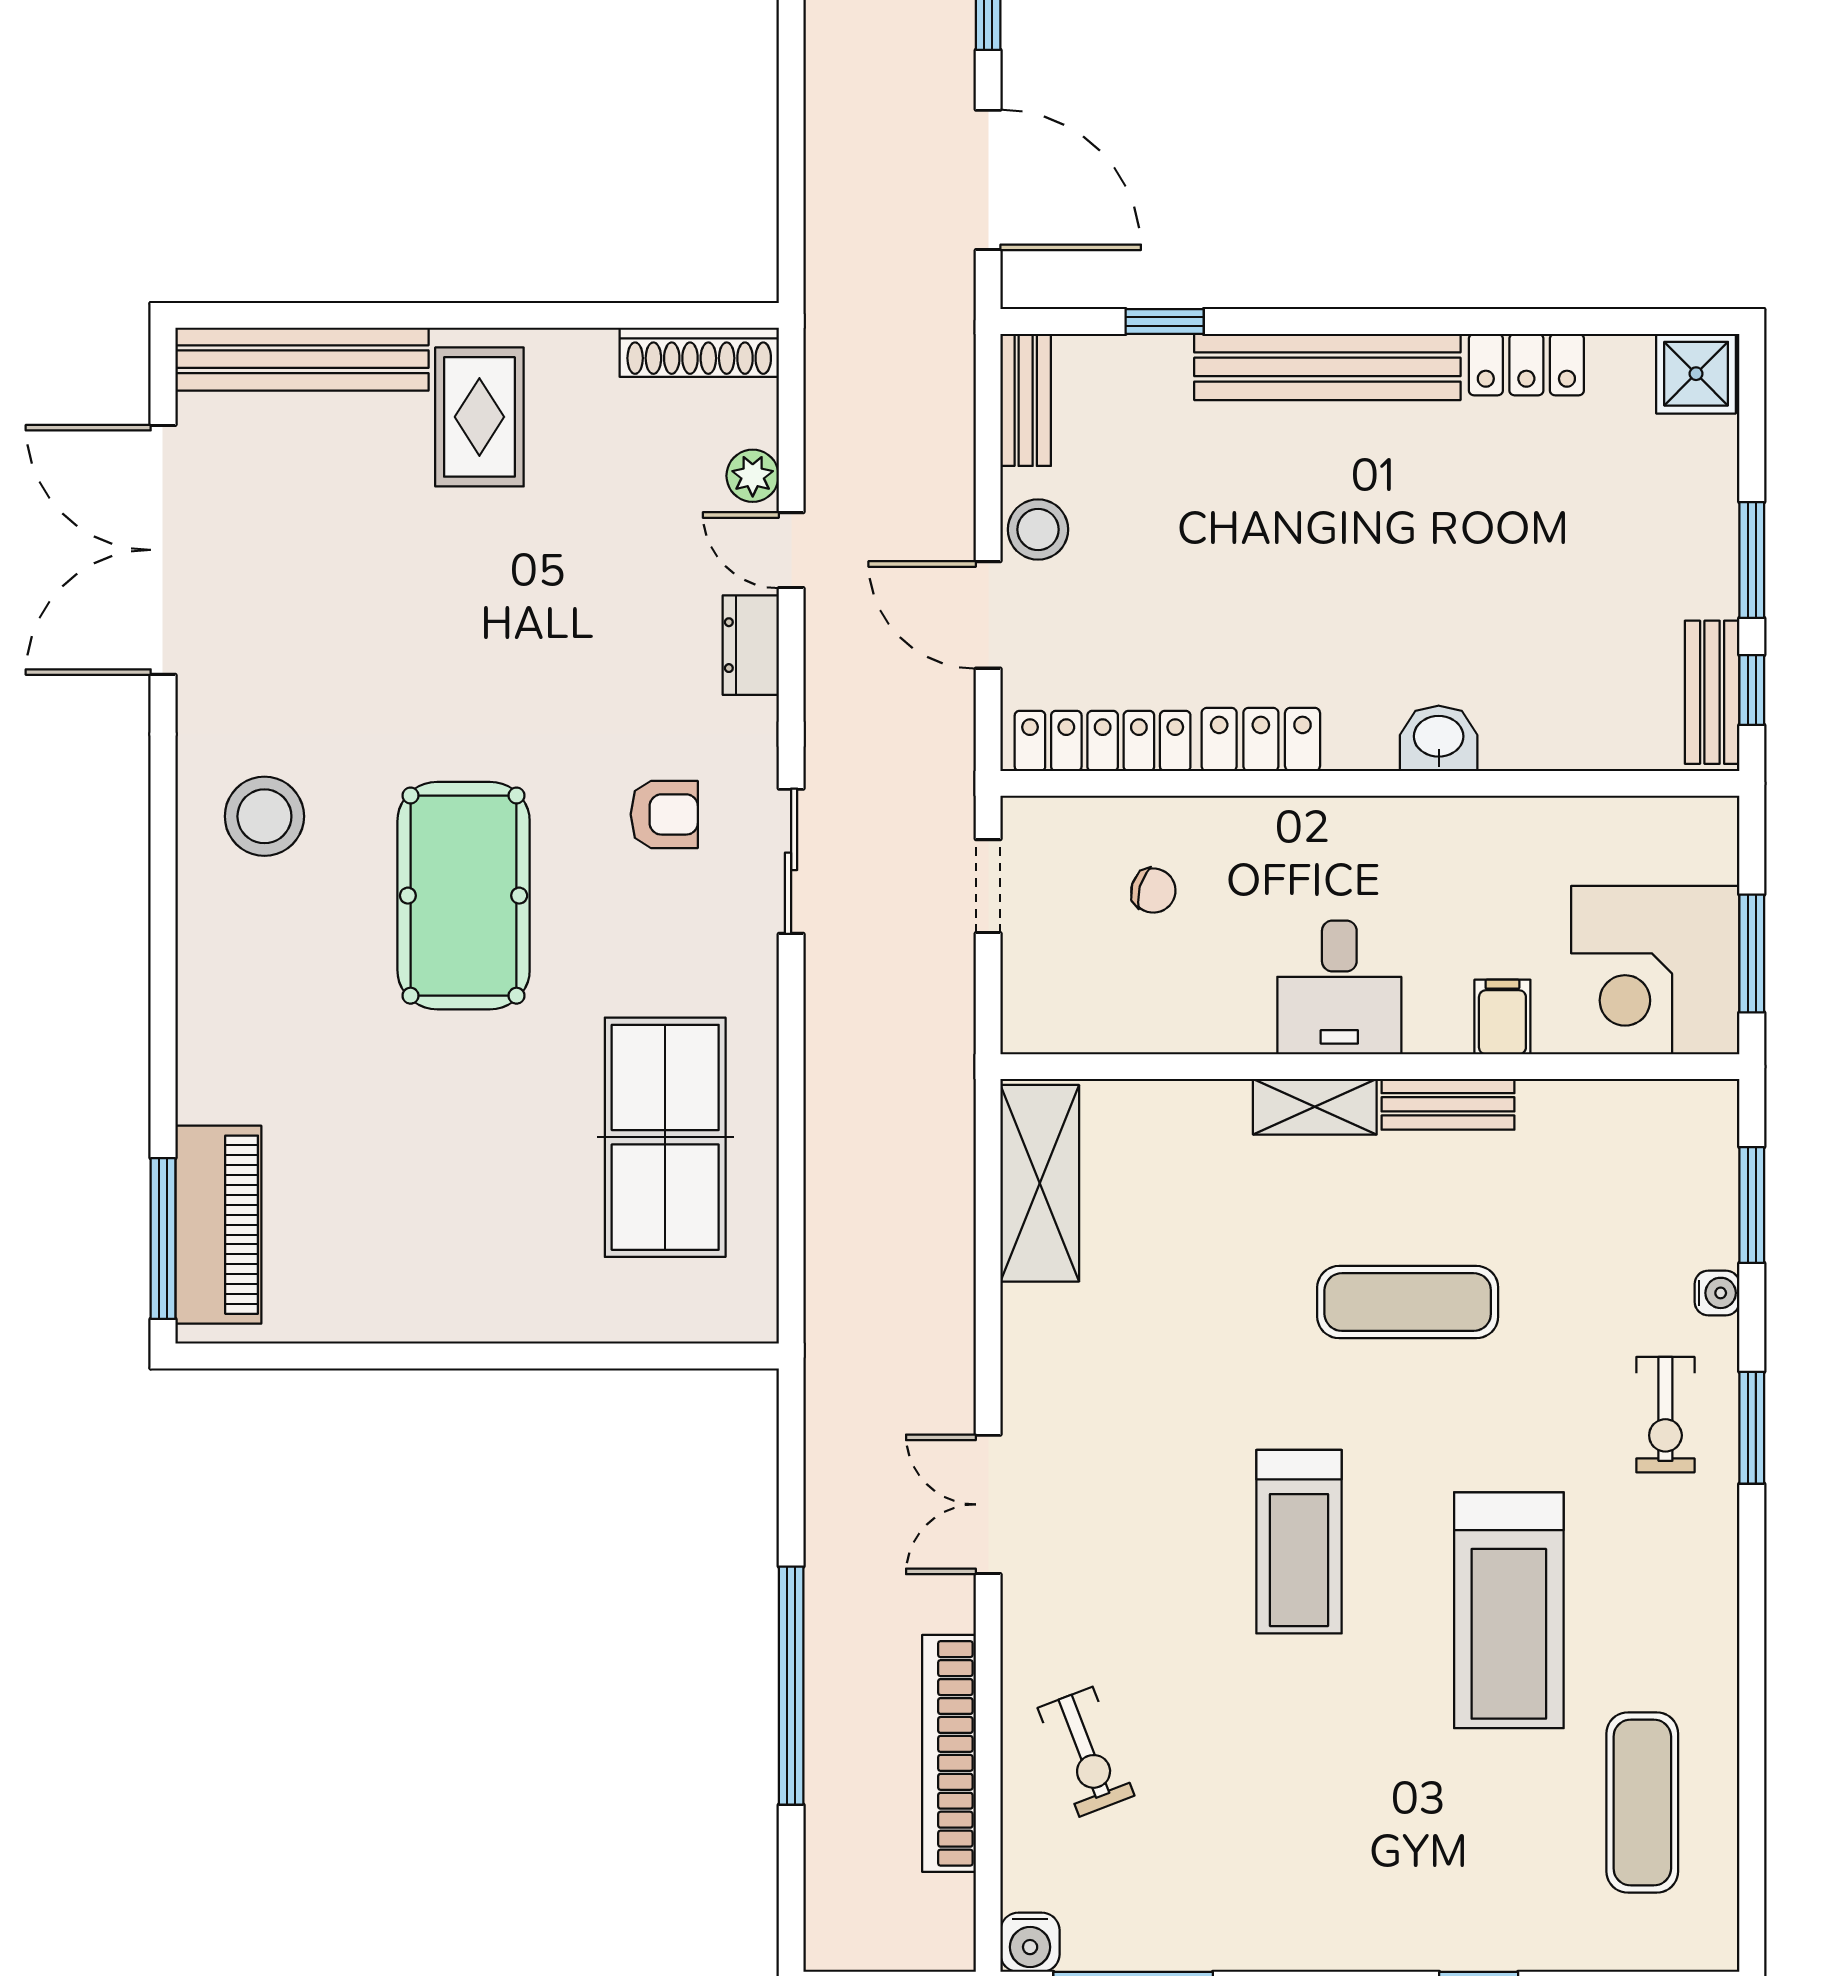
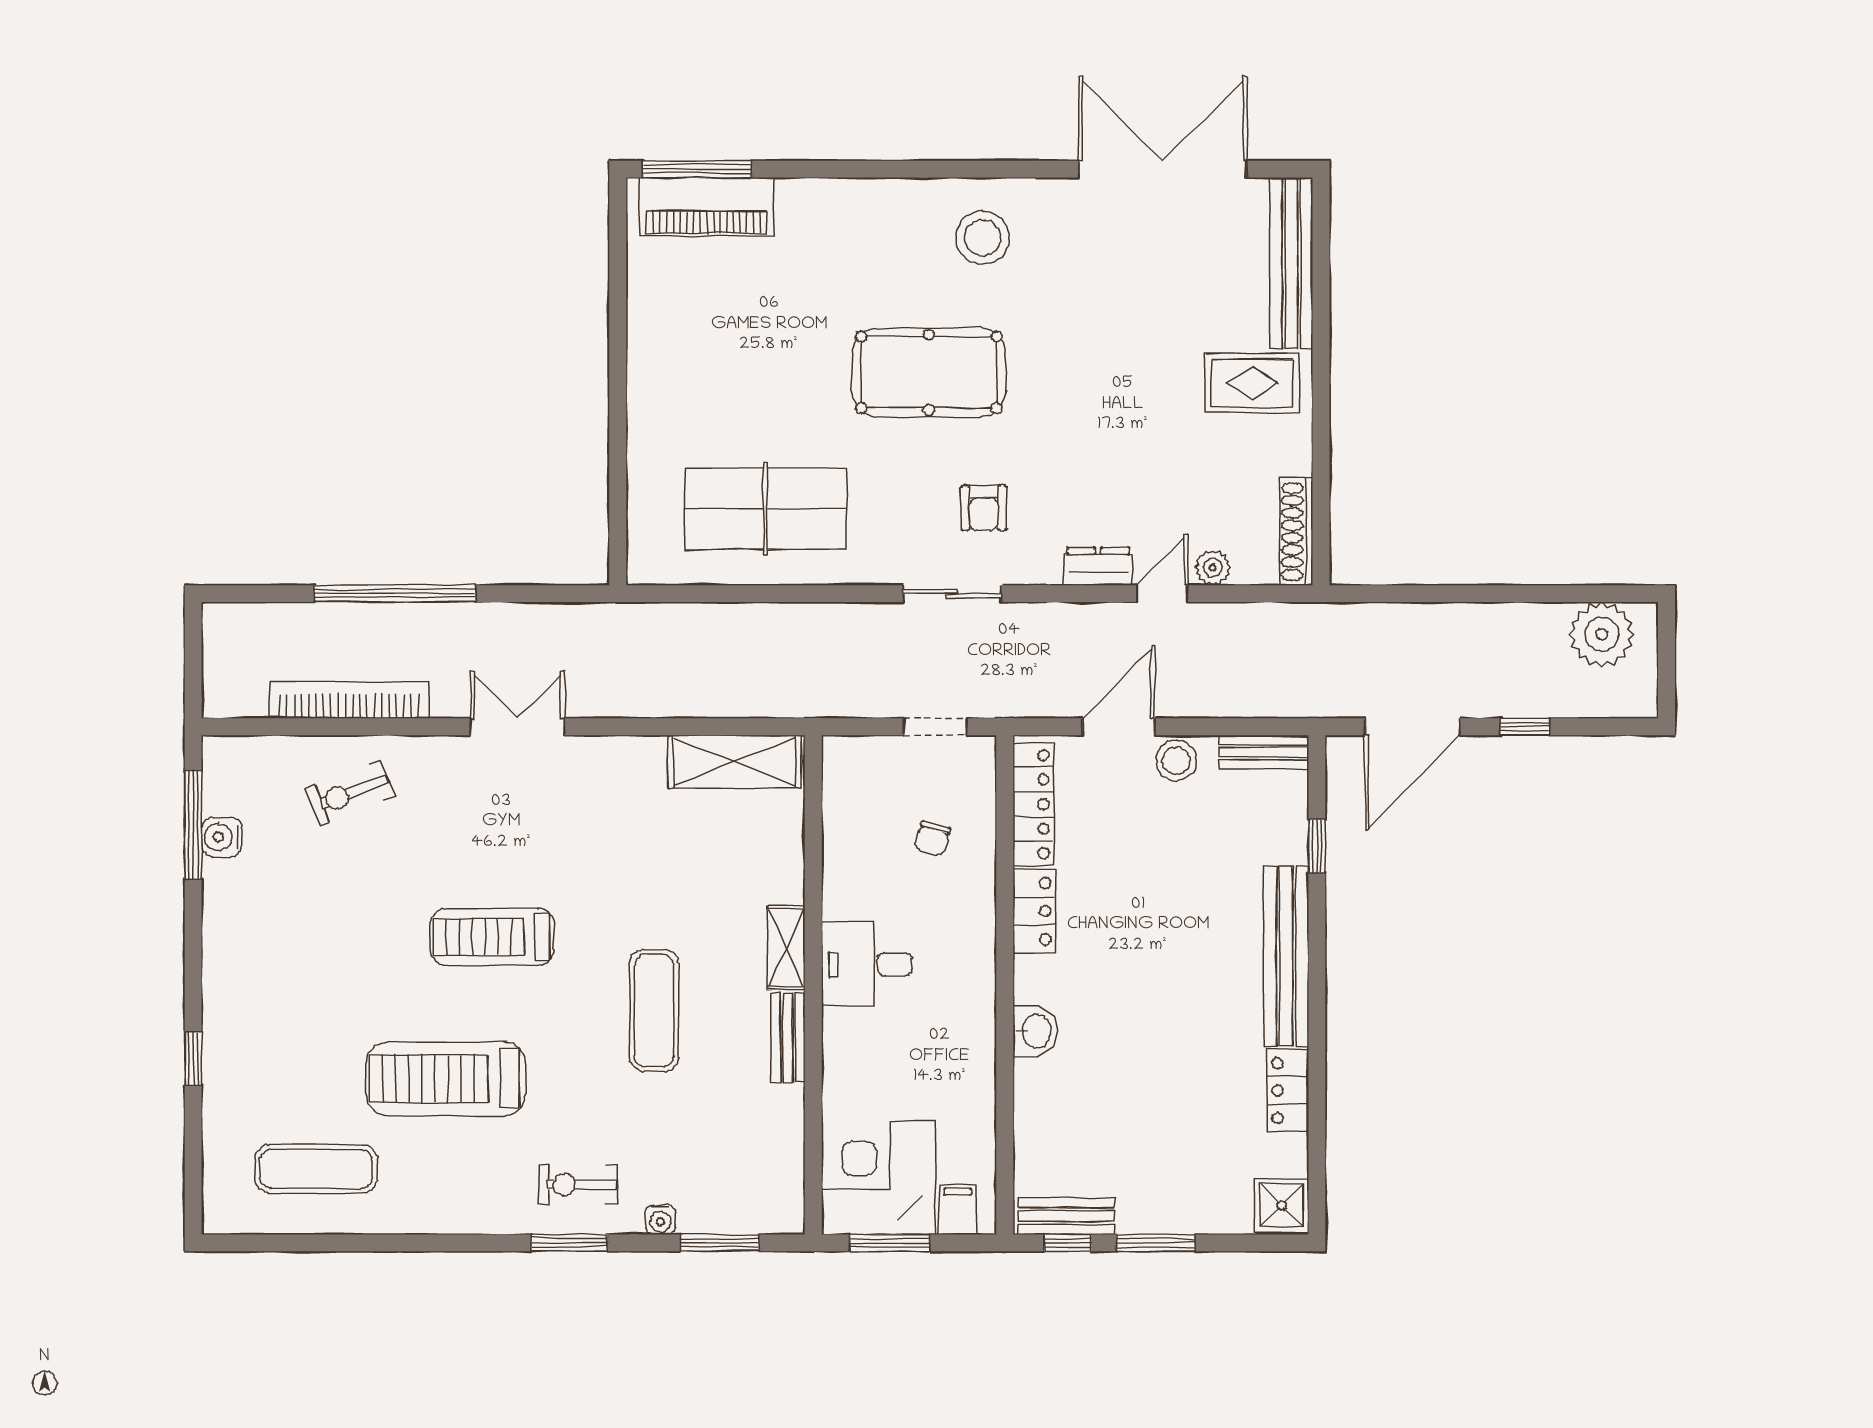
filing cabinet: (1502, 1017) -> (958, 1209), moved, turned -90
water cooler: (1030, 1942) -> (221, 837), moved

